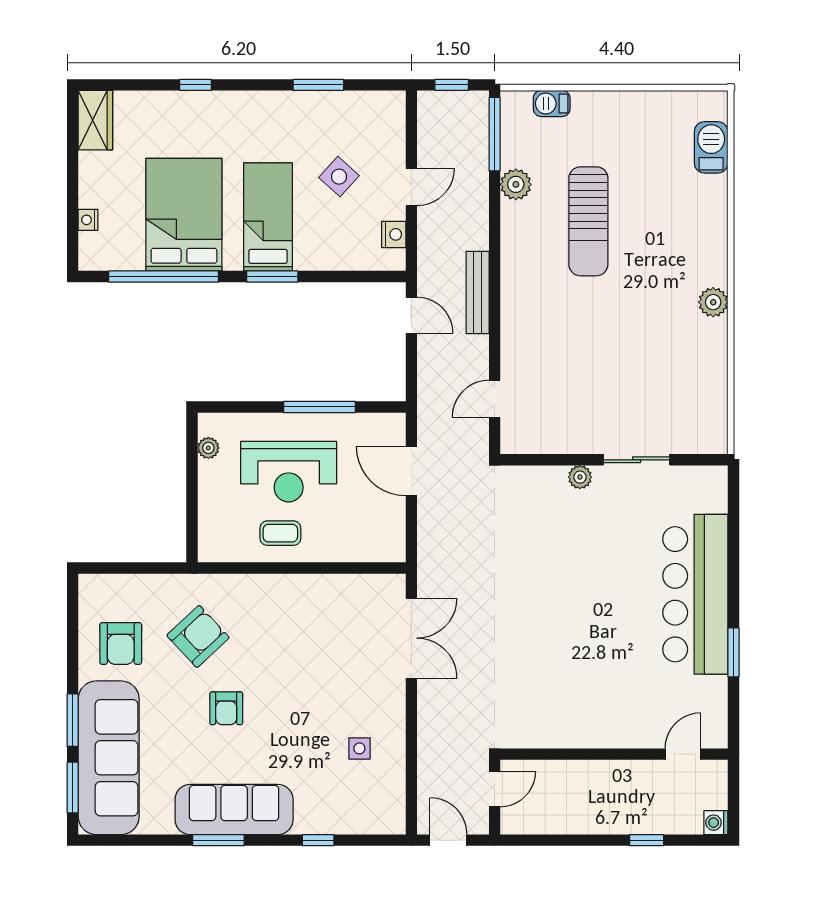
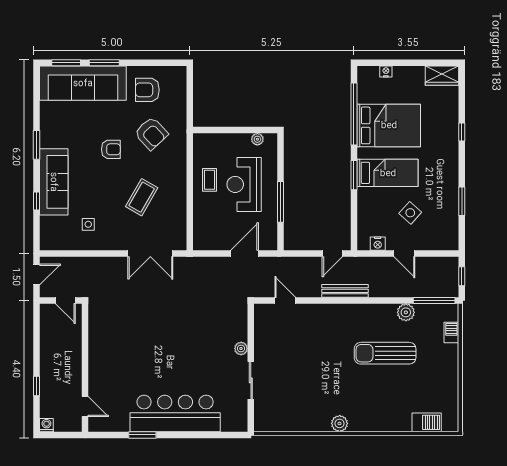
coffee table: (311, 654) -> (142, 197), added
armchair: (226, 708) -> (111, 149), turned 180
sofa: (234, 810) -> (54, 182), moved

